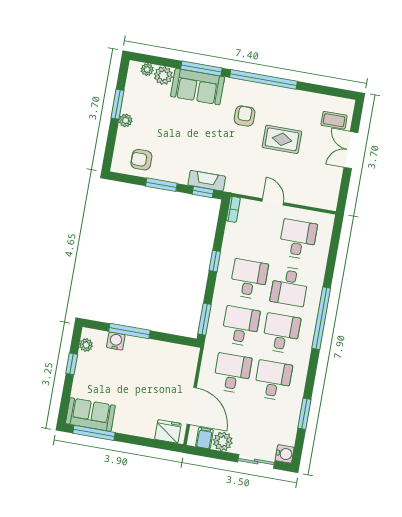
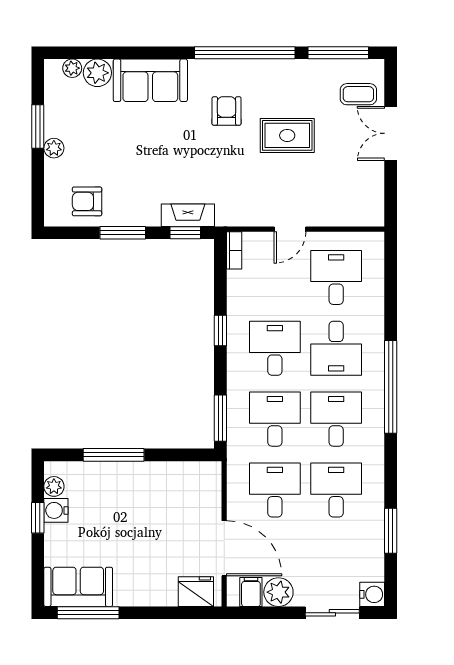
window: (201, 68) -> (338, 53), moved
door: (273, 202) -> (290, 229), swing flipped
water cooler: (116, 341) -> (56, 510), moved, turned -90

